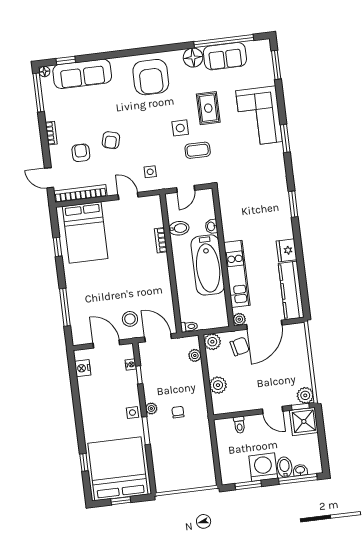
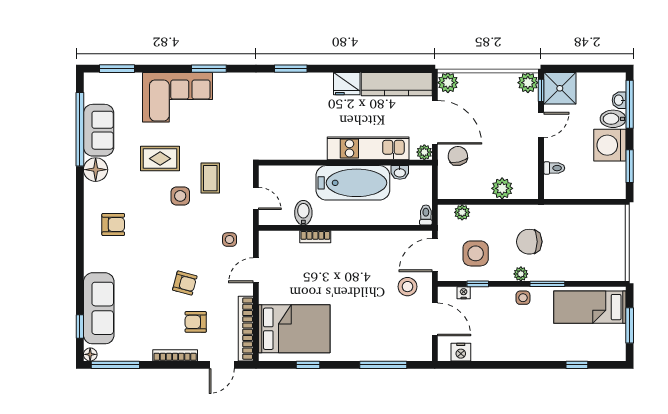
armchair: (151, 77) -> (113, 224), width x0.53, depth x0.53
bookcase: (51, 133) -> (175, 355), width x1.56
washbasin: (211, 226) -> (400, 172), moved
plant: (212, 342) -> (448, 83), moved
door: (106, 344) -> (435, 319), swing flipped
side table: (163, 370) -> (476, 253), added
chair: (178, 412) -> (529, 242), width x1.87, depth x1.87
bed: (118, 469) -> (590, 307), width x0.49
window: (121, 501) -> (630, 325), width x1.50

